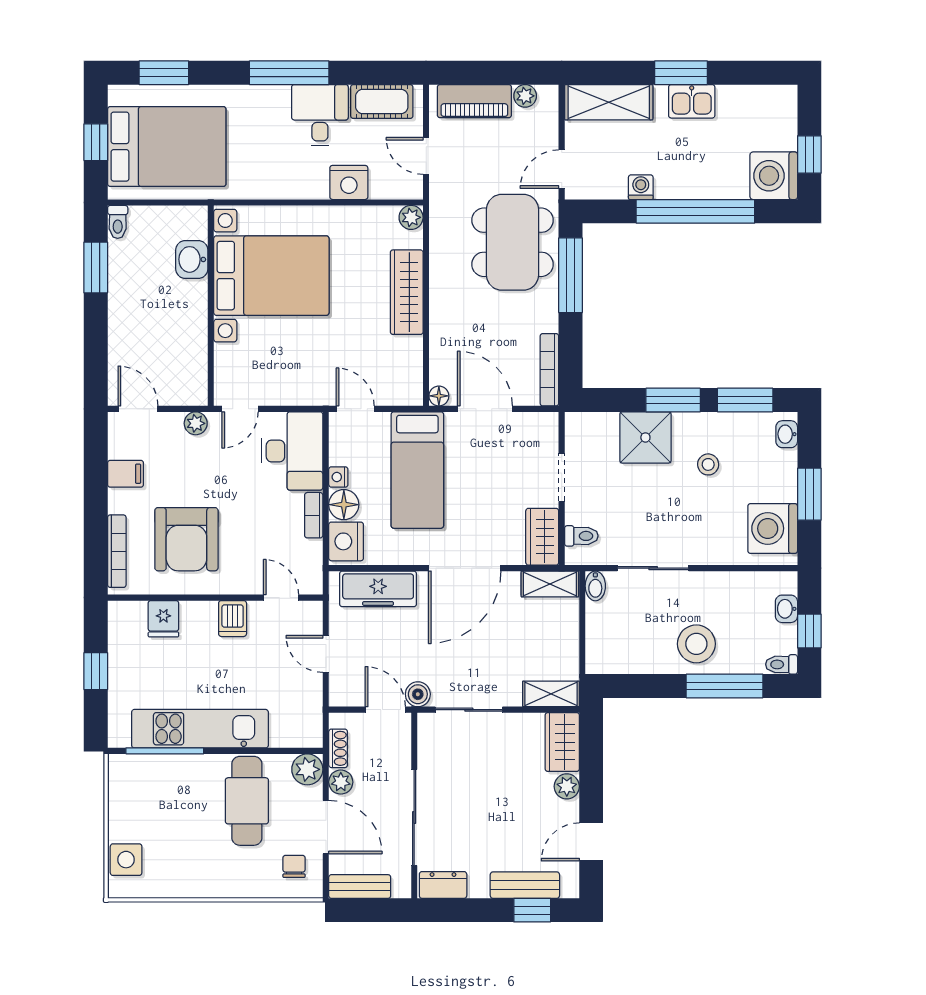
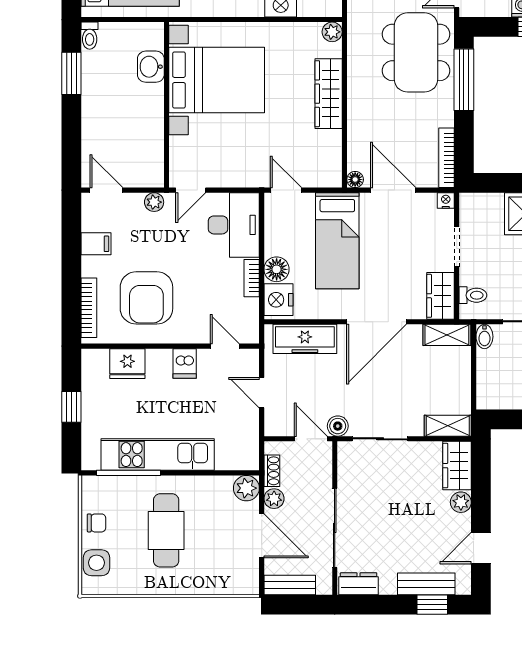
nightstand: (338, 477) -> (446, 201), moved, turned 90
fridge: (163, 619) -> (127, 364), width x1.38
cafe table: (247, 801) -> (166, 530), moved
chair: (294, 866) -> (97, 523), moved, turned 90

